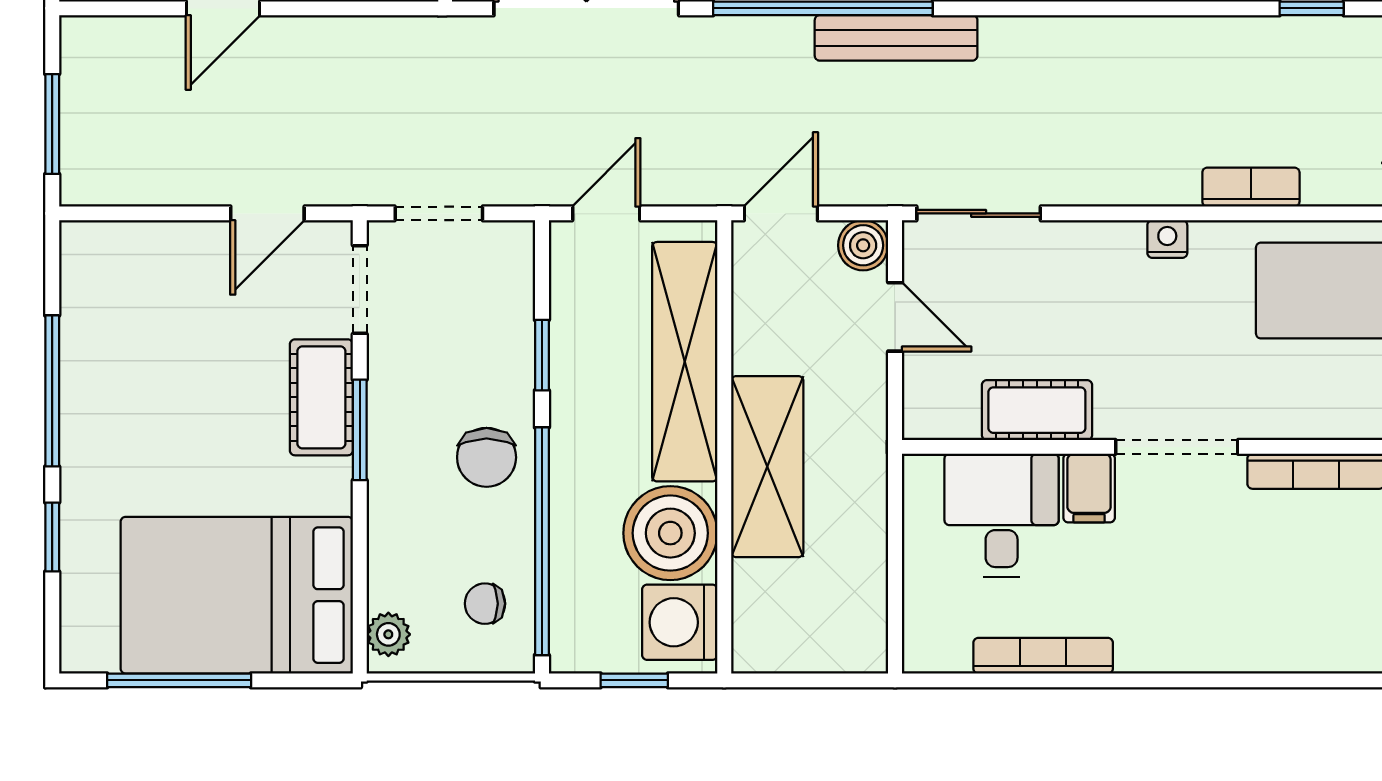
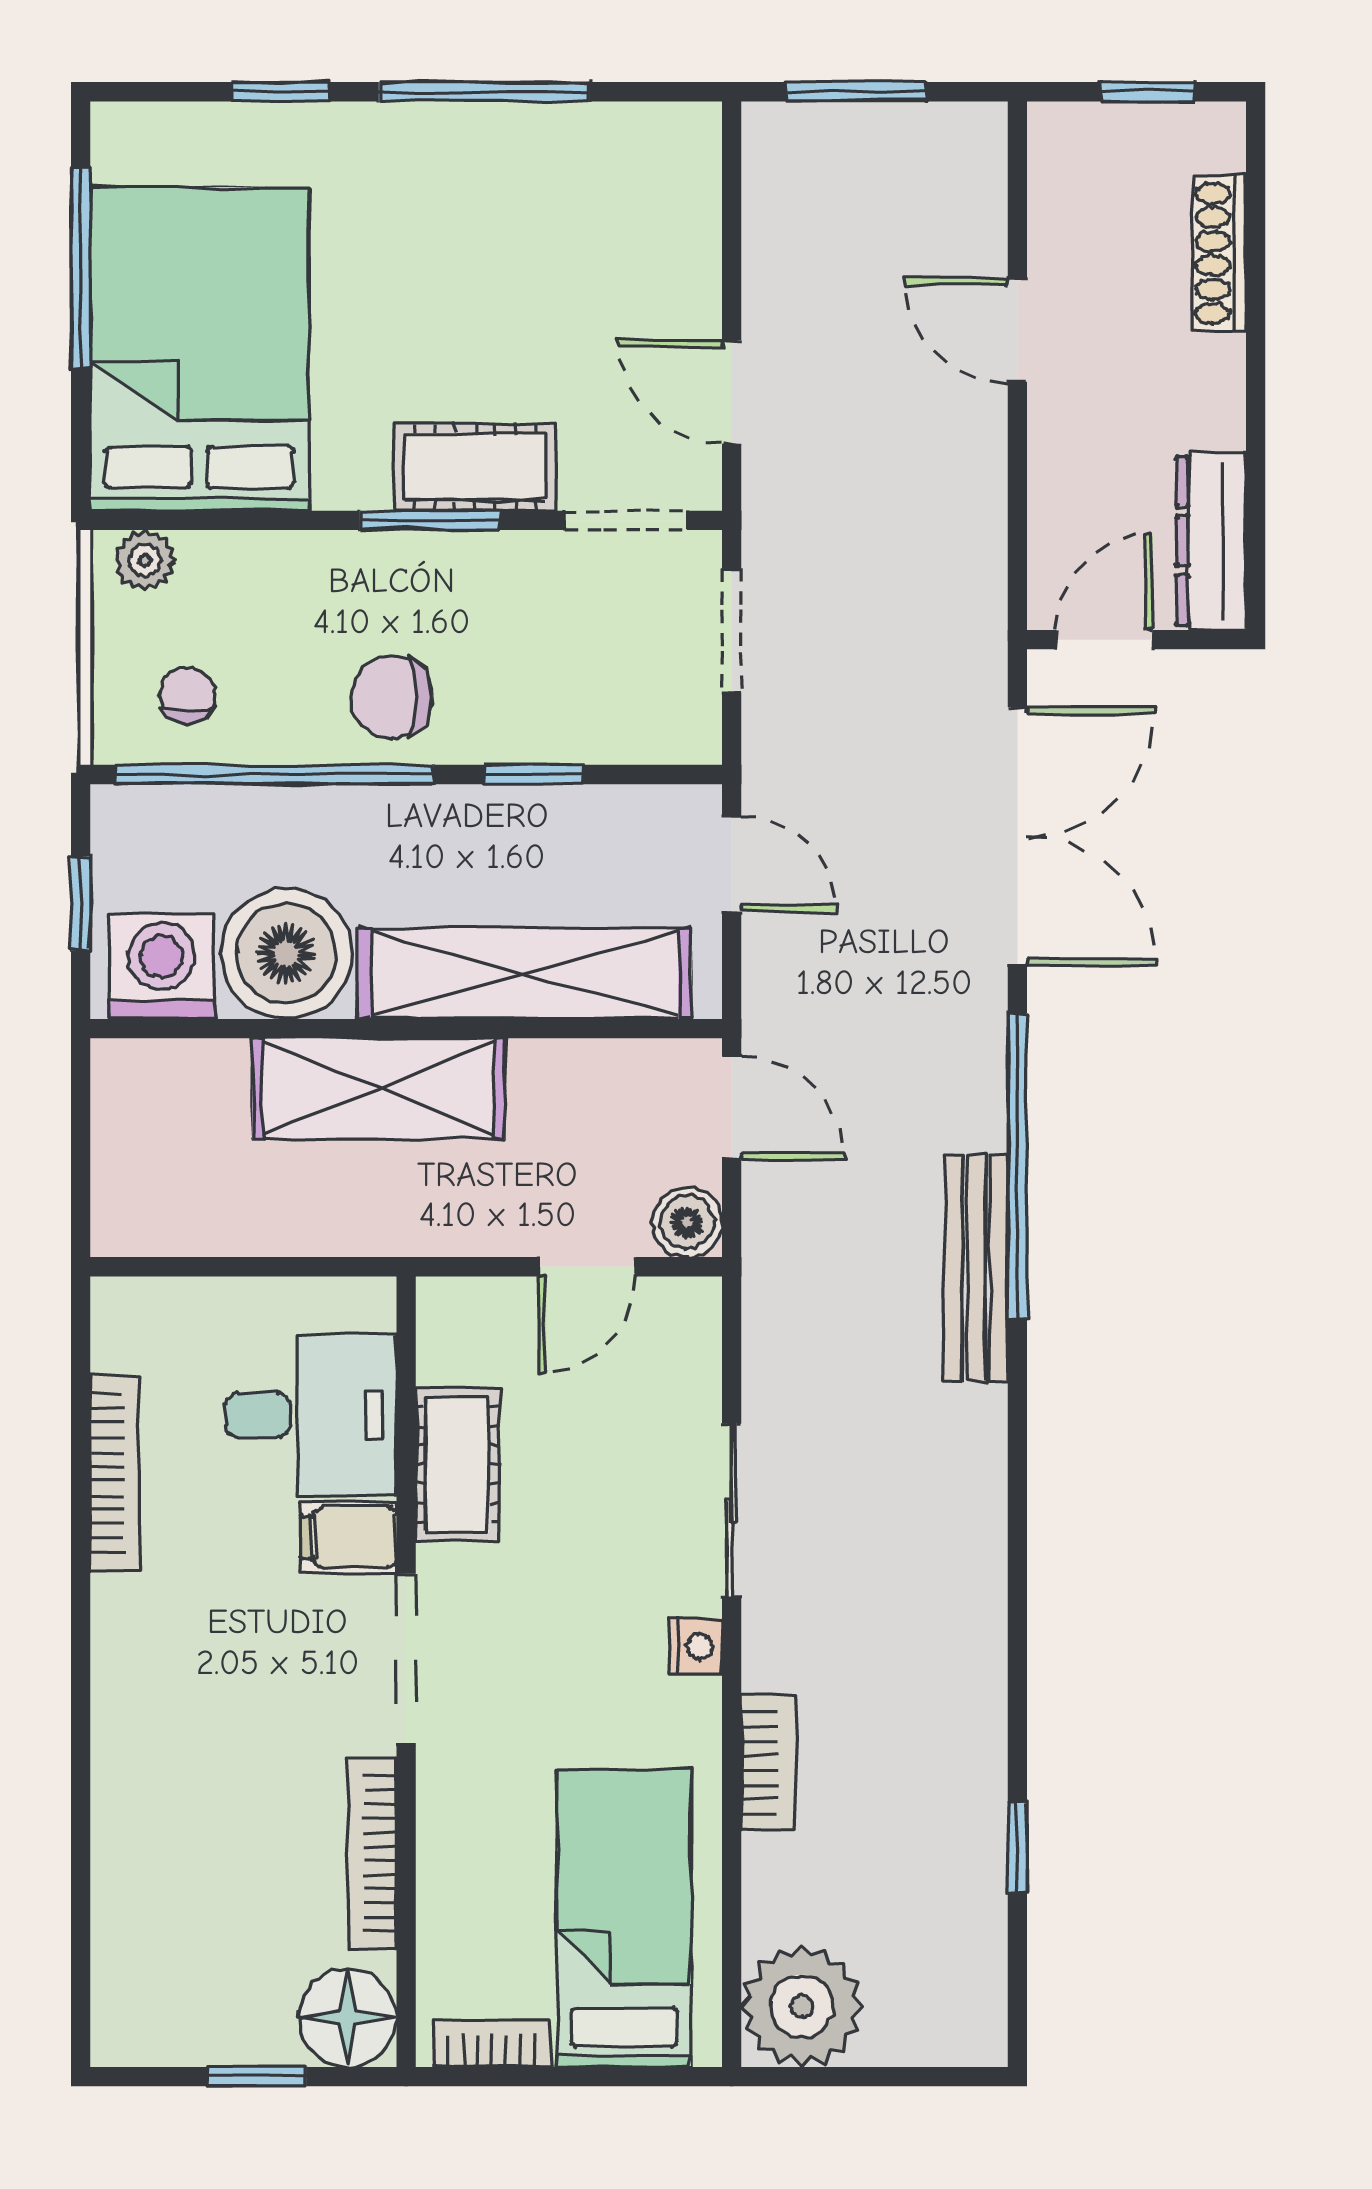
sliding door: (979, 213) -> (732, 1511), moved

